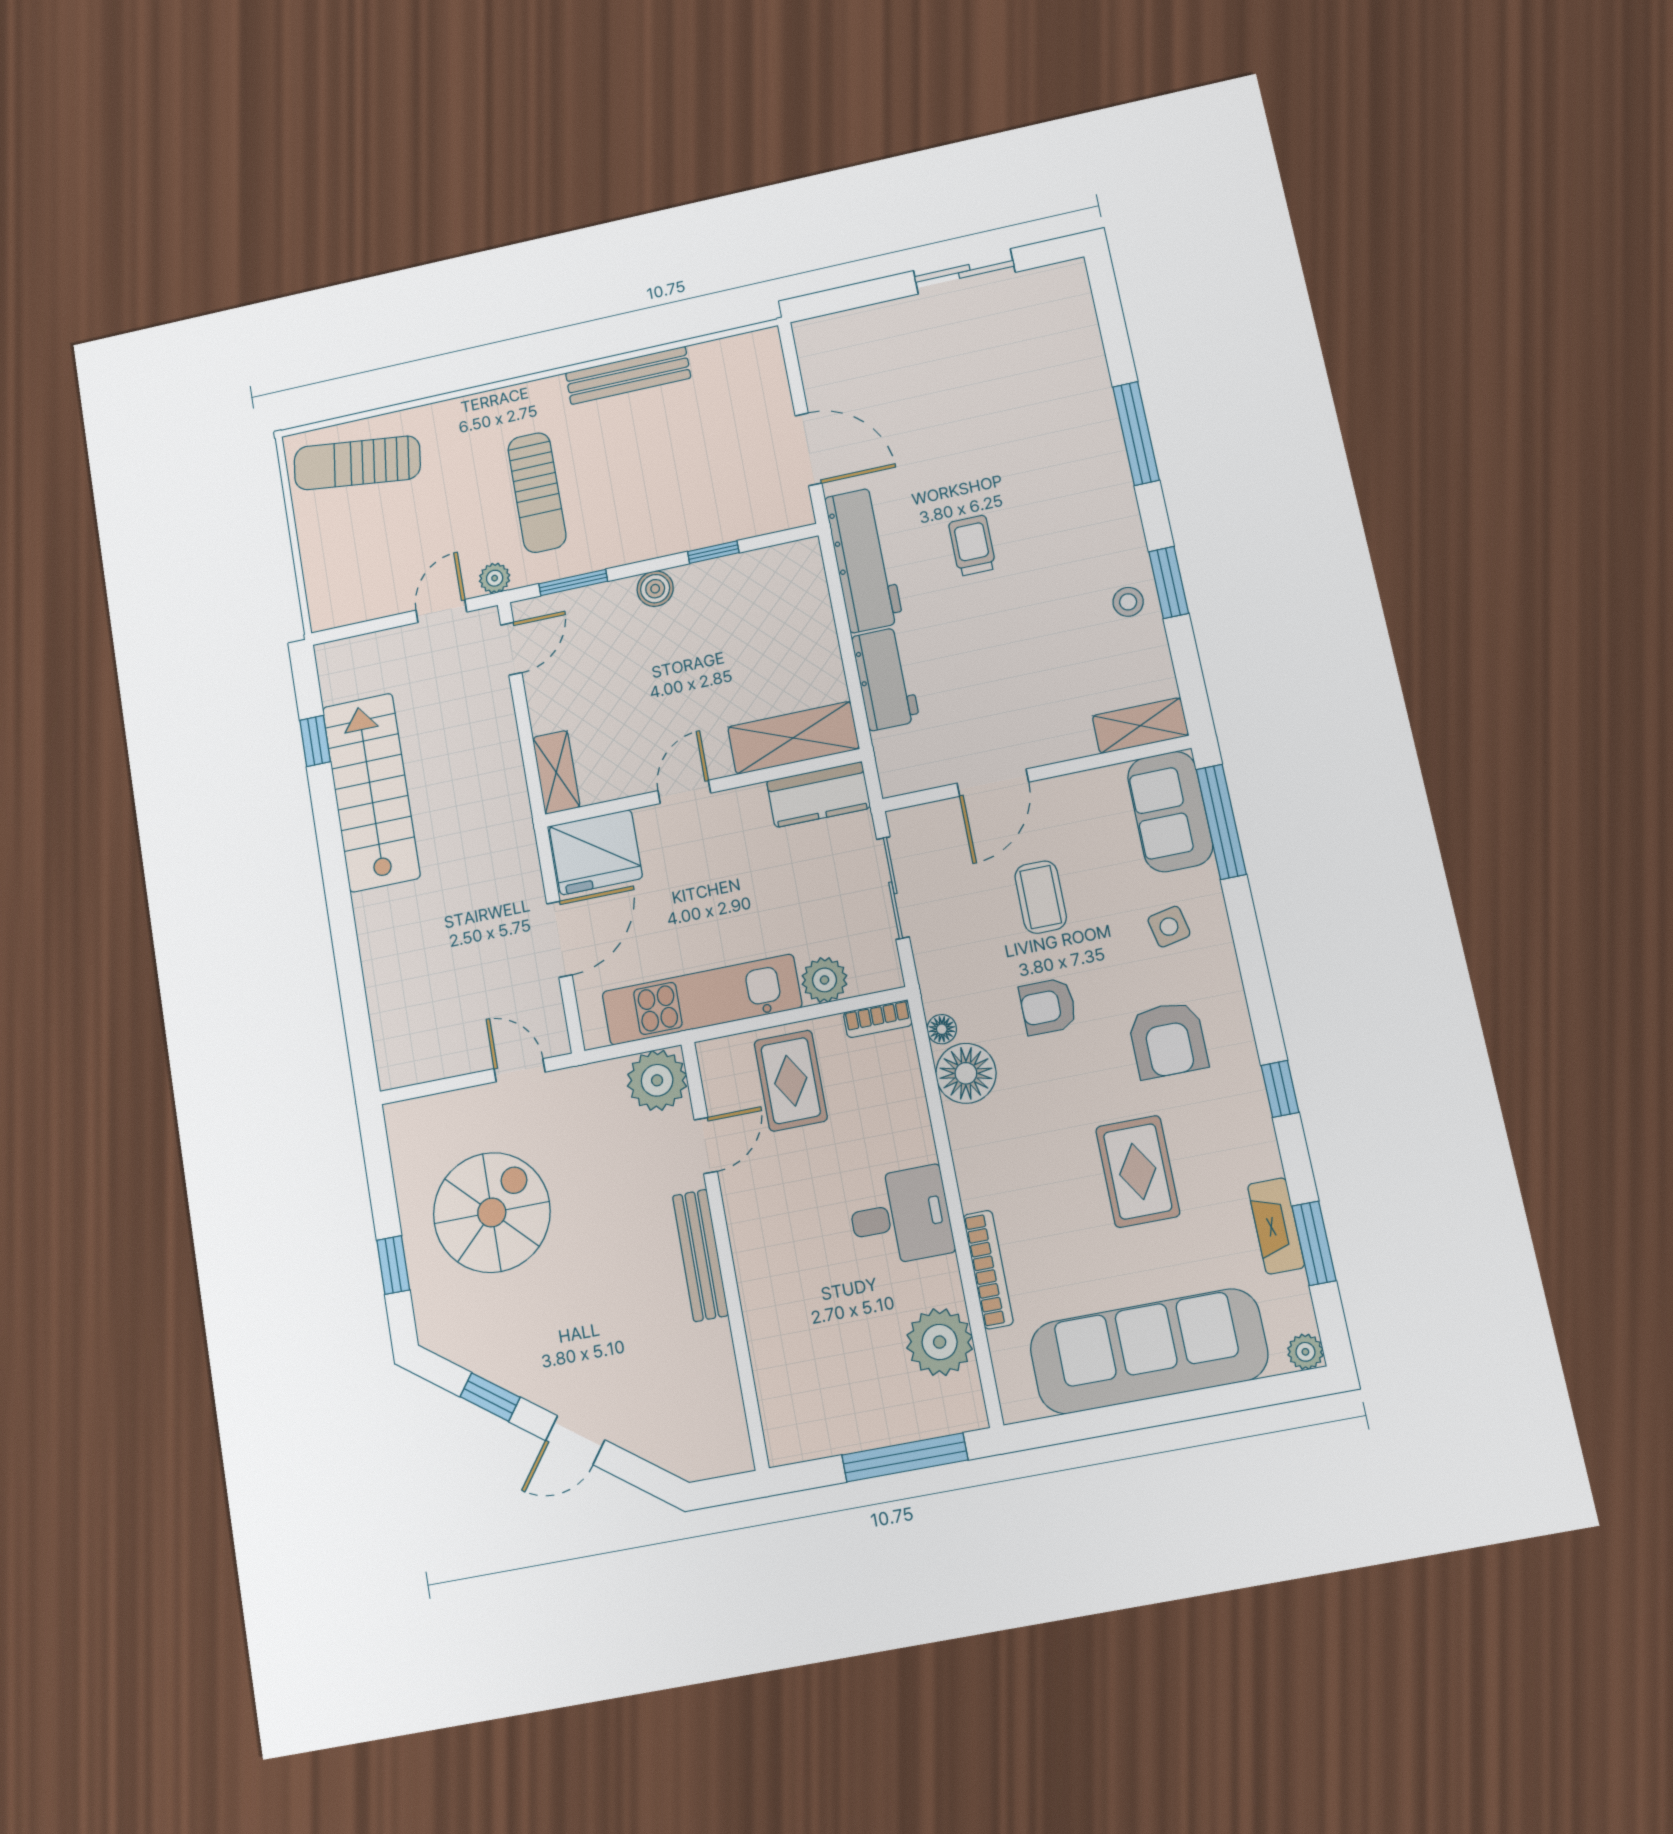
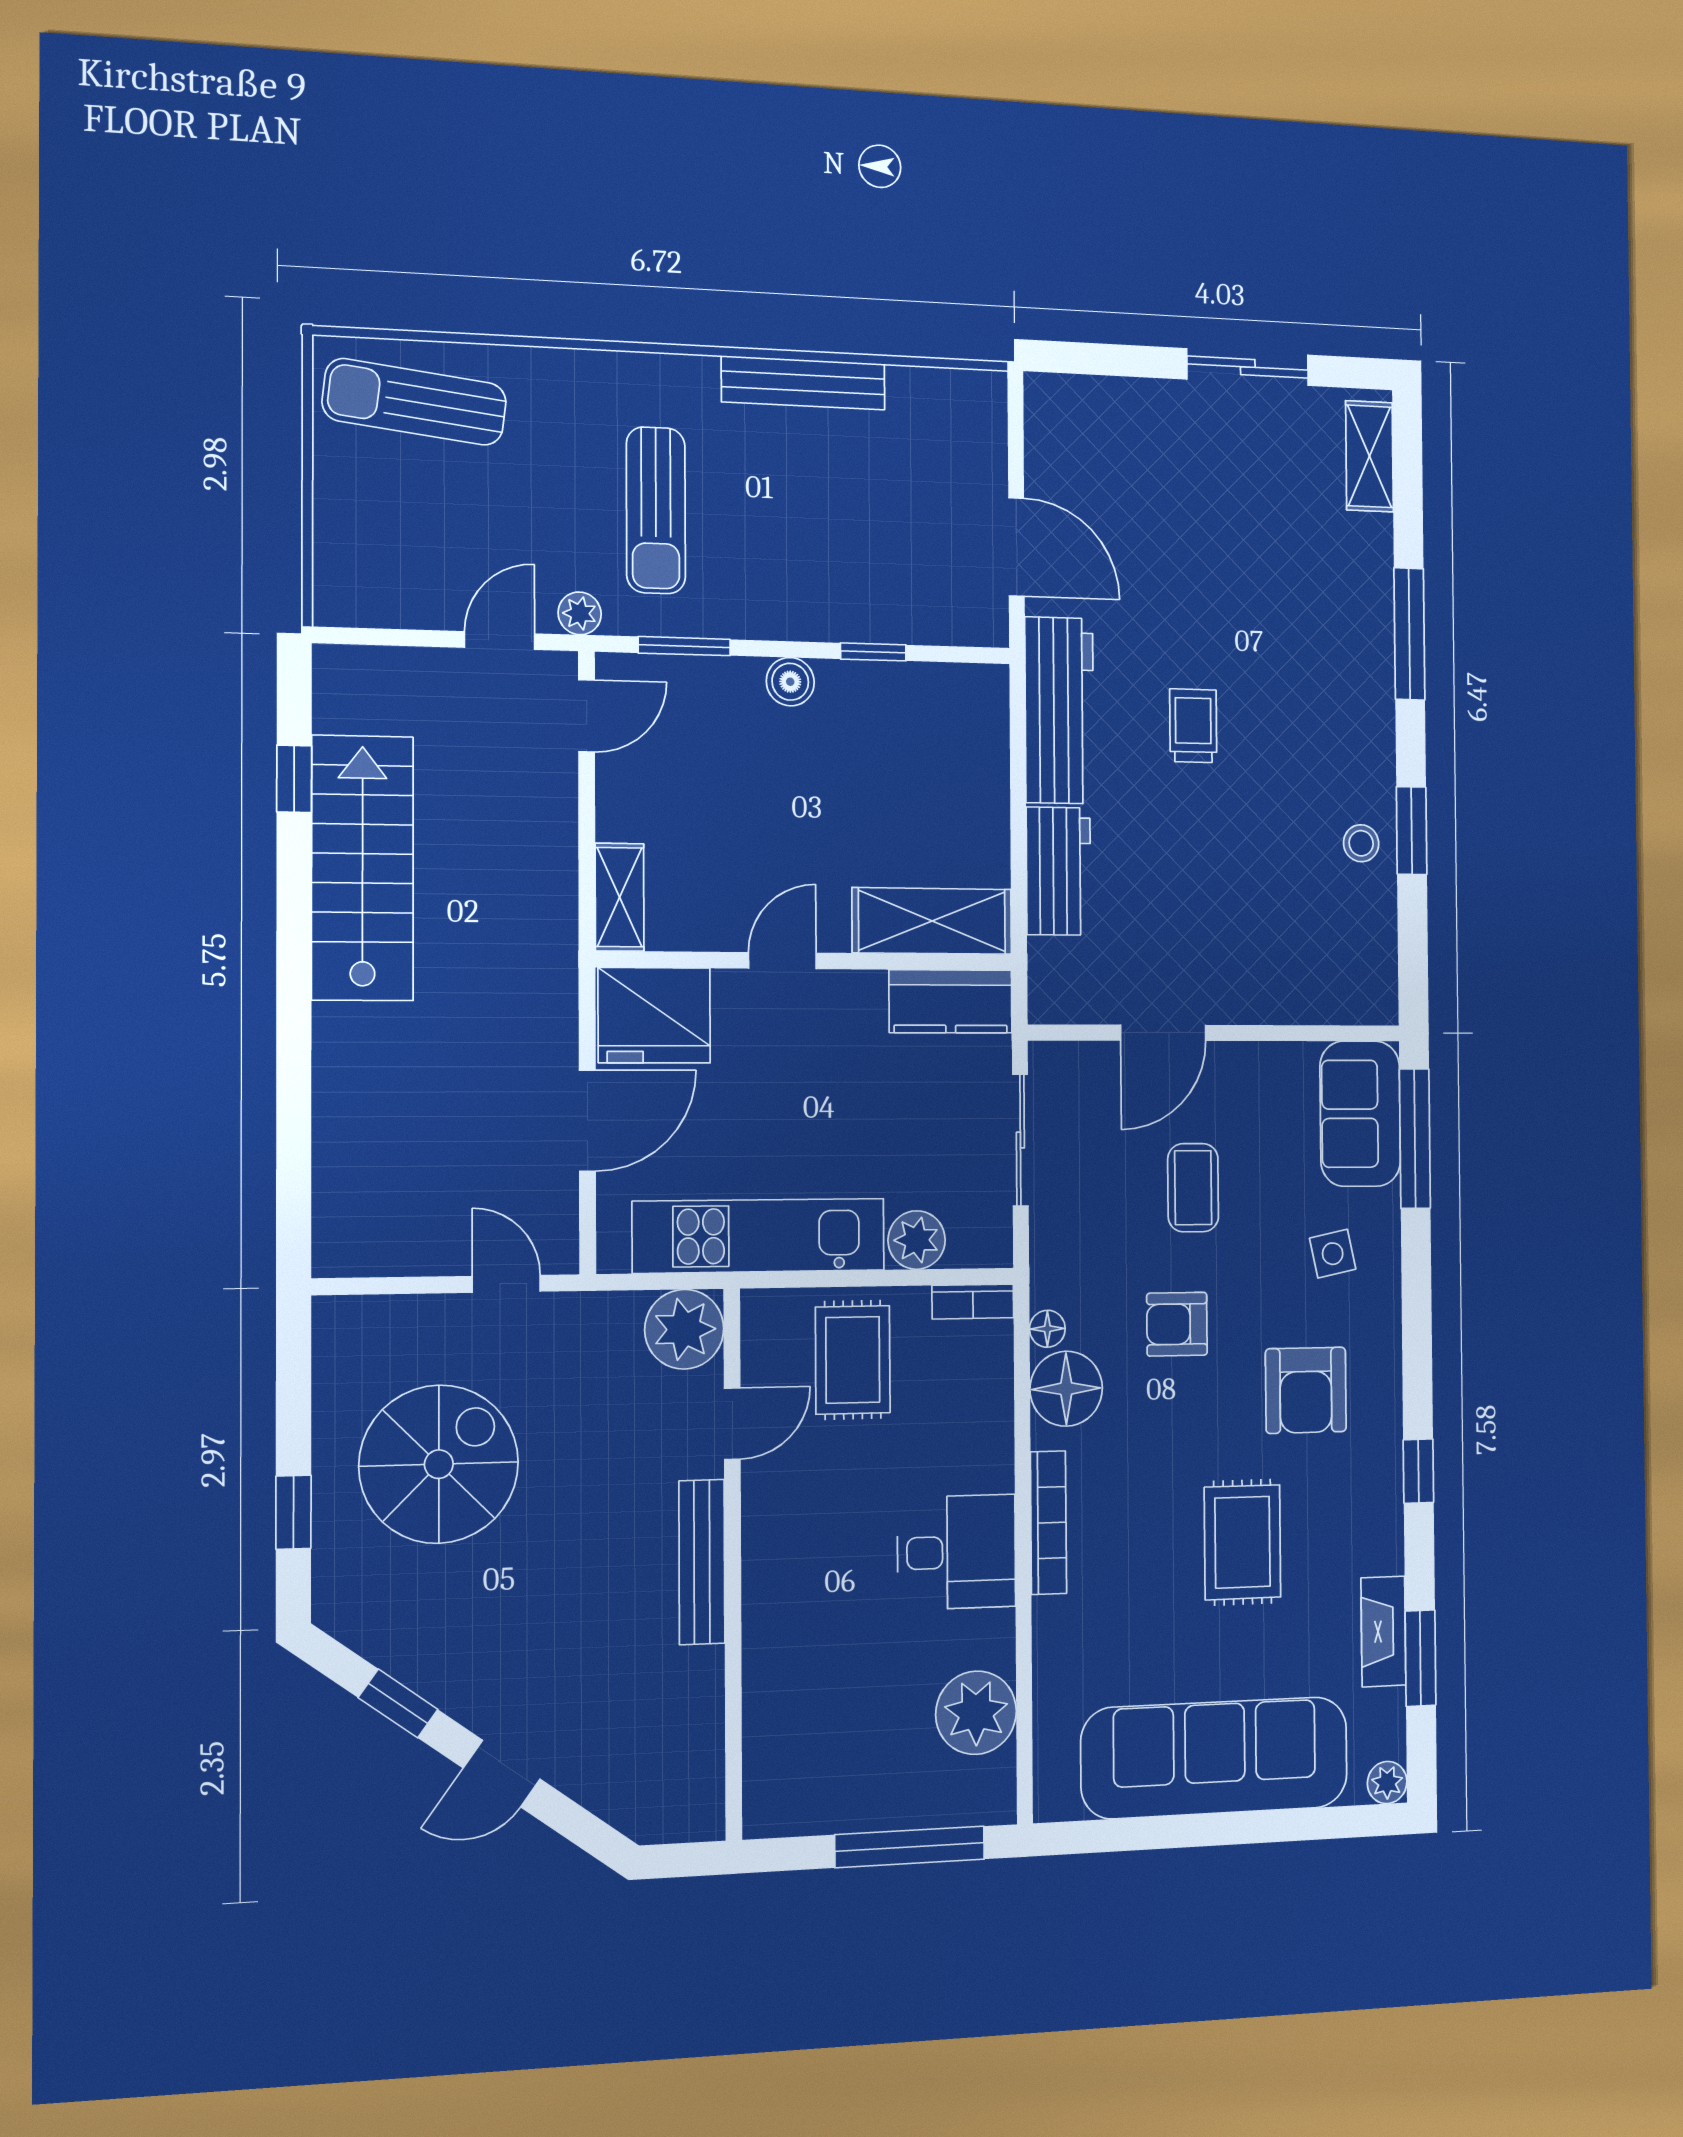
shelving: (1140, 726) -> (1369, 456), moved, turned 90
bookcase: (988, 1270) -> (1048, 1523), moved

